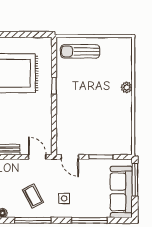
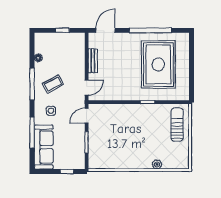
plant: (127, 87) -> (157, 164), moved
window: (135, 180) -> (67, 171), width x0.46
sofa: (121, 192) -> (44, 147), moved, turned 90

